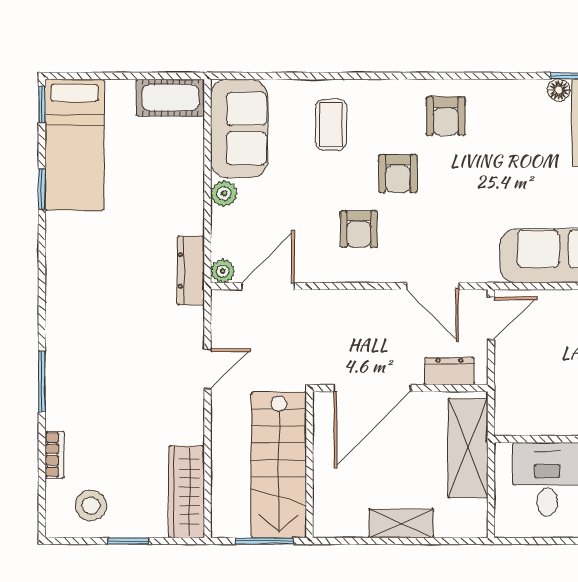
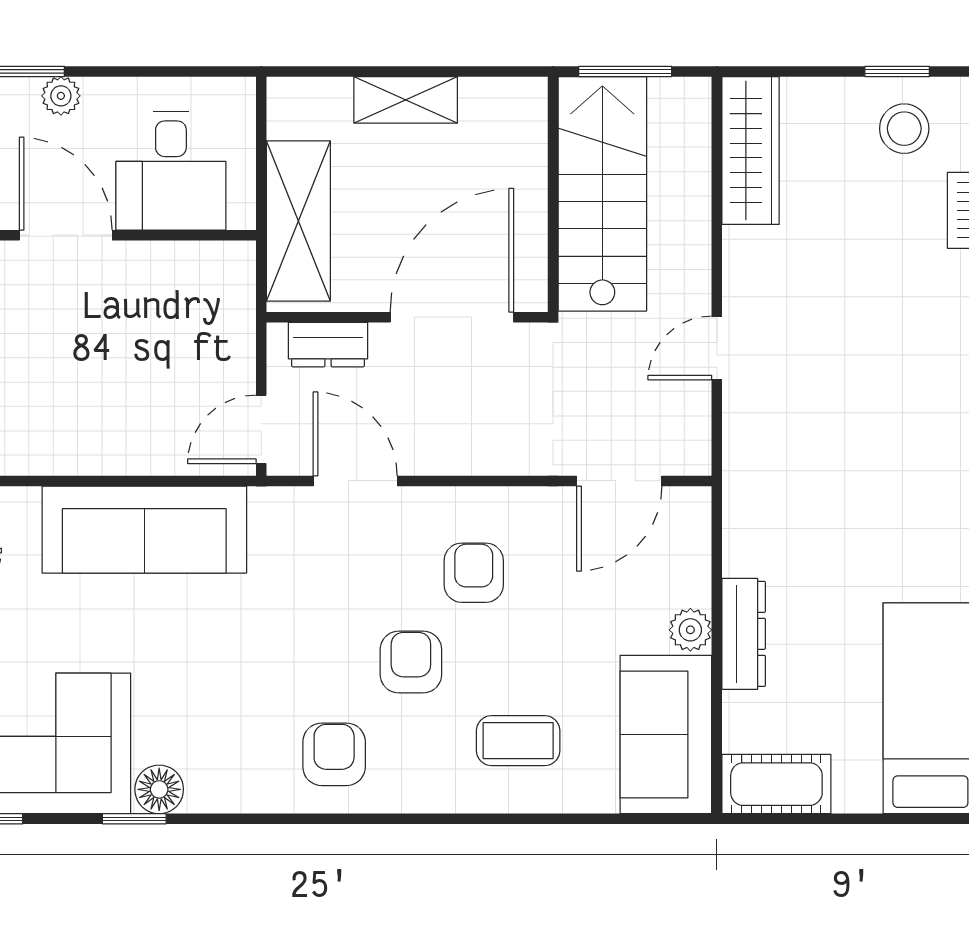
floor lamp: (559, 90) -> (159, 789), width x1.37, depth x1.37
coffee table: (331, 125) -> (518, 741), turned 90
dresser: (191, 270) -> (744, 634), moved
plant: (223, 271) -> (692, 505), removed
window: (128, 541) -> (897, 71), moved

